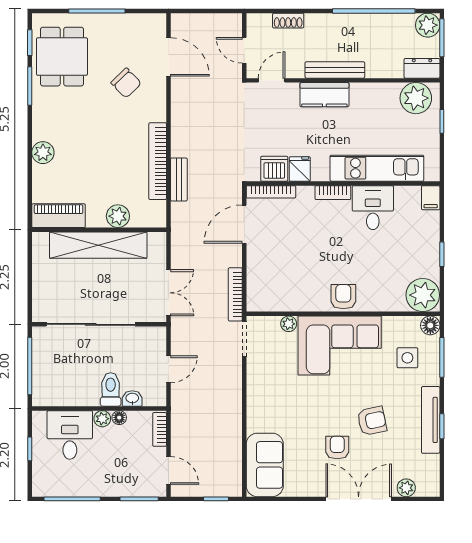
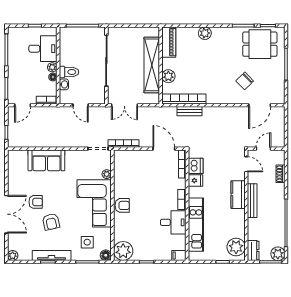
bookcase: (158, 161) -> (184, 99), moved
sofa: (265, 465) -> (46, 160), moved
plant: (406, 488) -> (13, 256), moved

